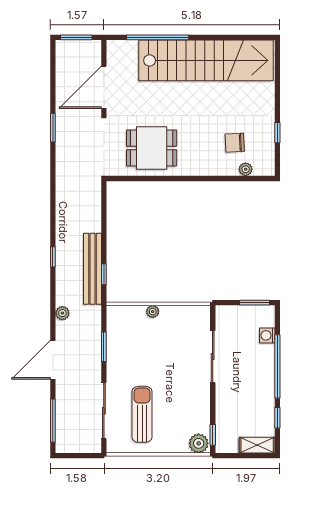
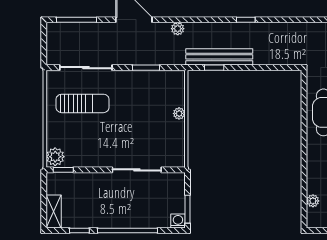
window: (53, 257) -> (246, 20), moved
washing machine: (267, 335) -> (178, 221), moved

